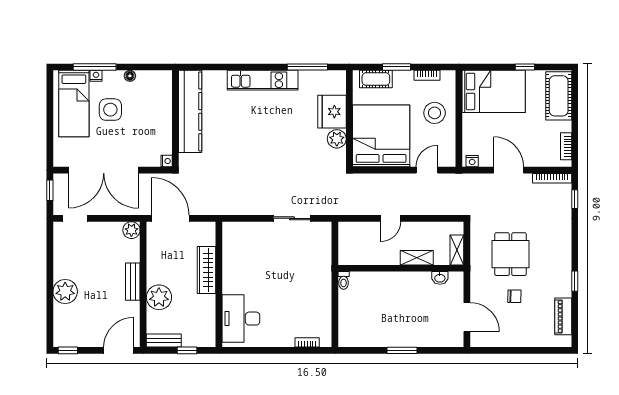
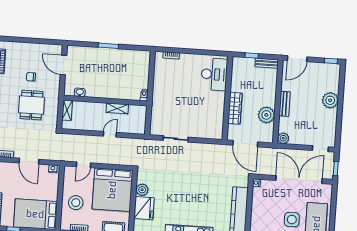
door: (170, 218) -> (245, 144), moved
shelving: (417, 258) -> (117, 108), moved
plant: (159, 297) -> (266, 115), moved

